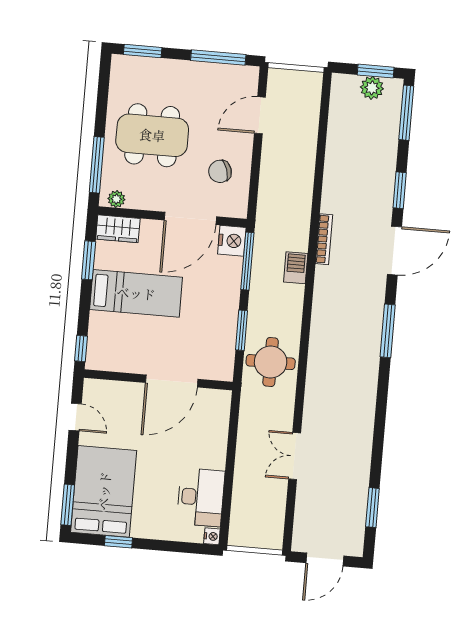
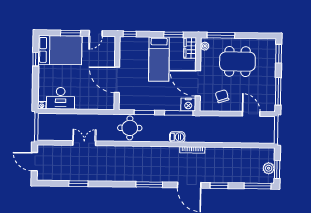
dining table: (152, 135) -> (237, 62), turned 90
window: (68, 505) -> (71, 33), moved
window: (372, 508) -> (78, 184), moved

